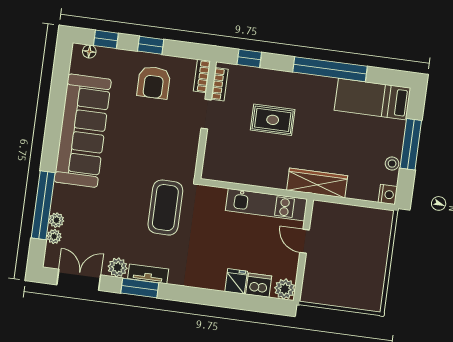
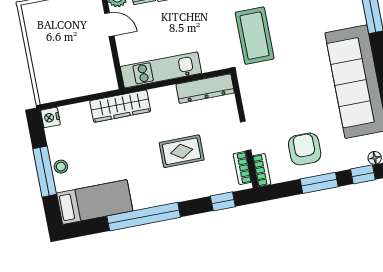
window: (151, 45) -> (319, 183), width x1.50
stool: (392, 164) -> (61, 167), moved
dresser: (230, 173) -> (205, 89), added
door: (305, 241) -> (109, 25), moved

